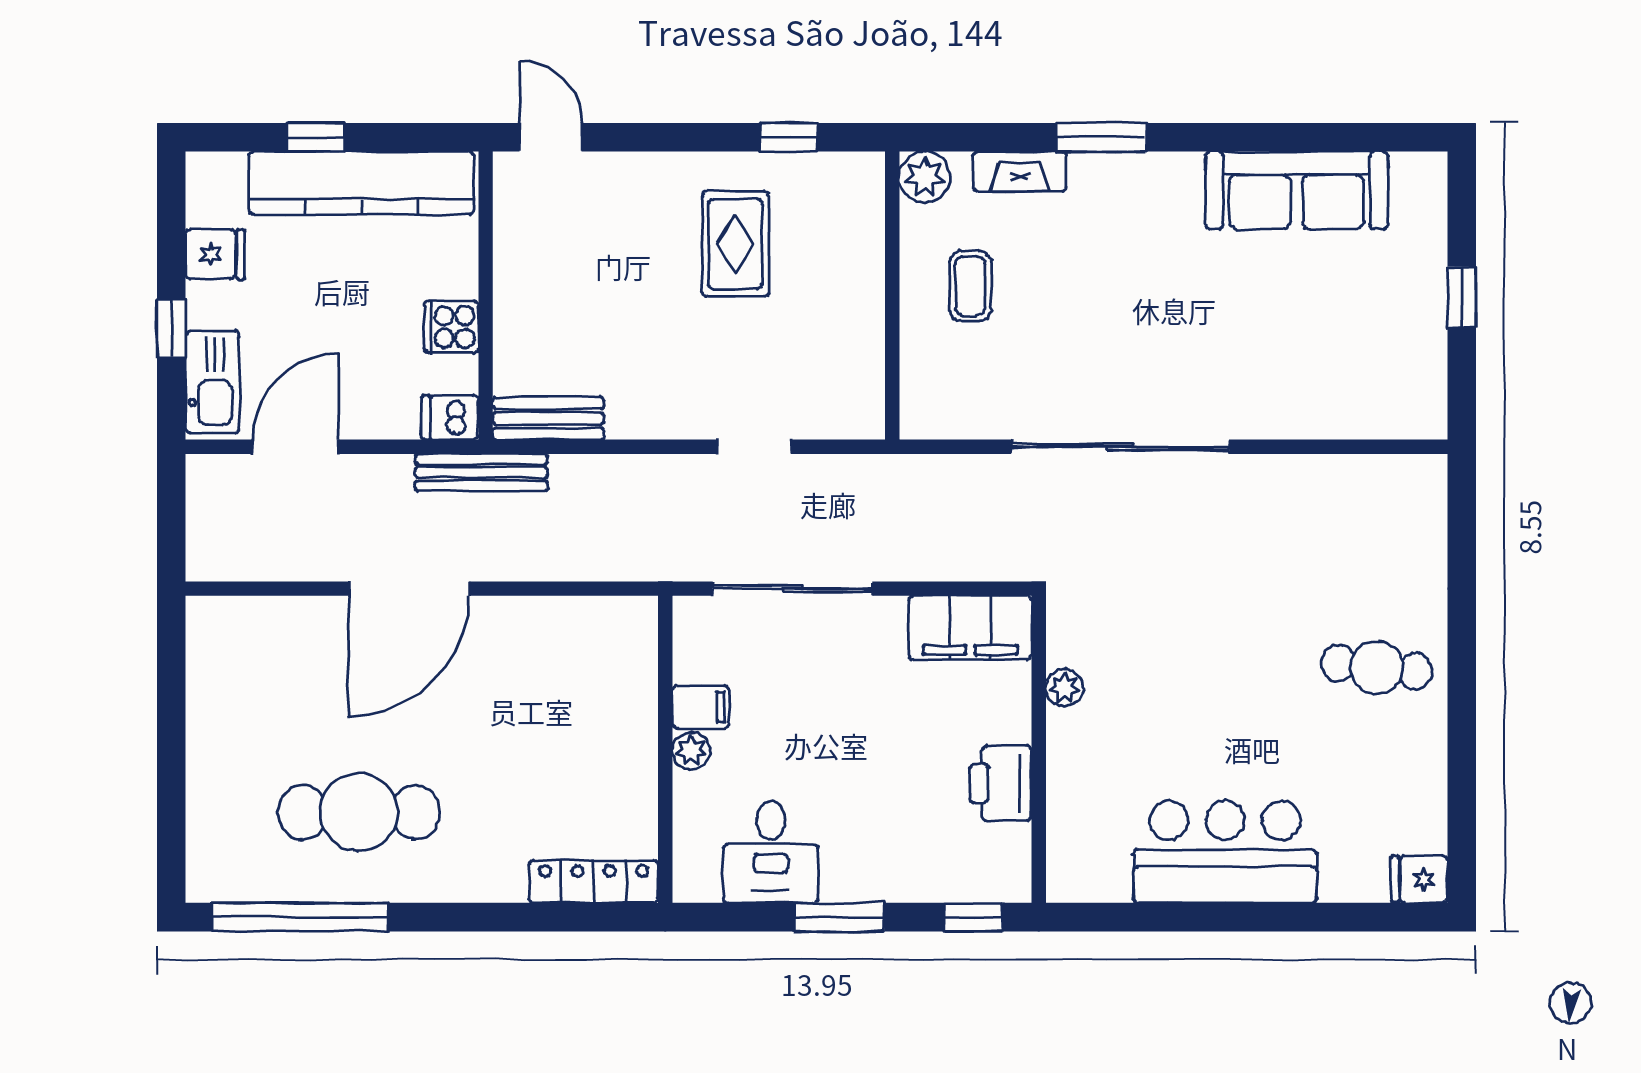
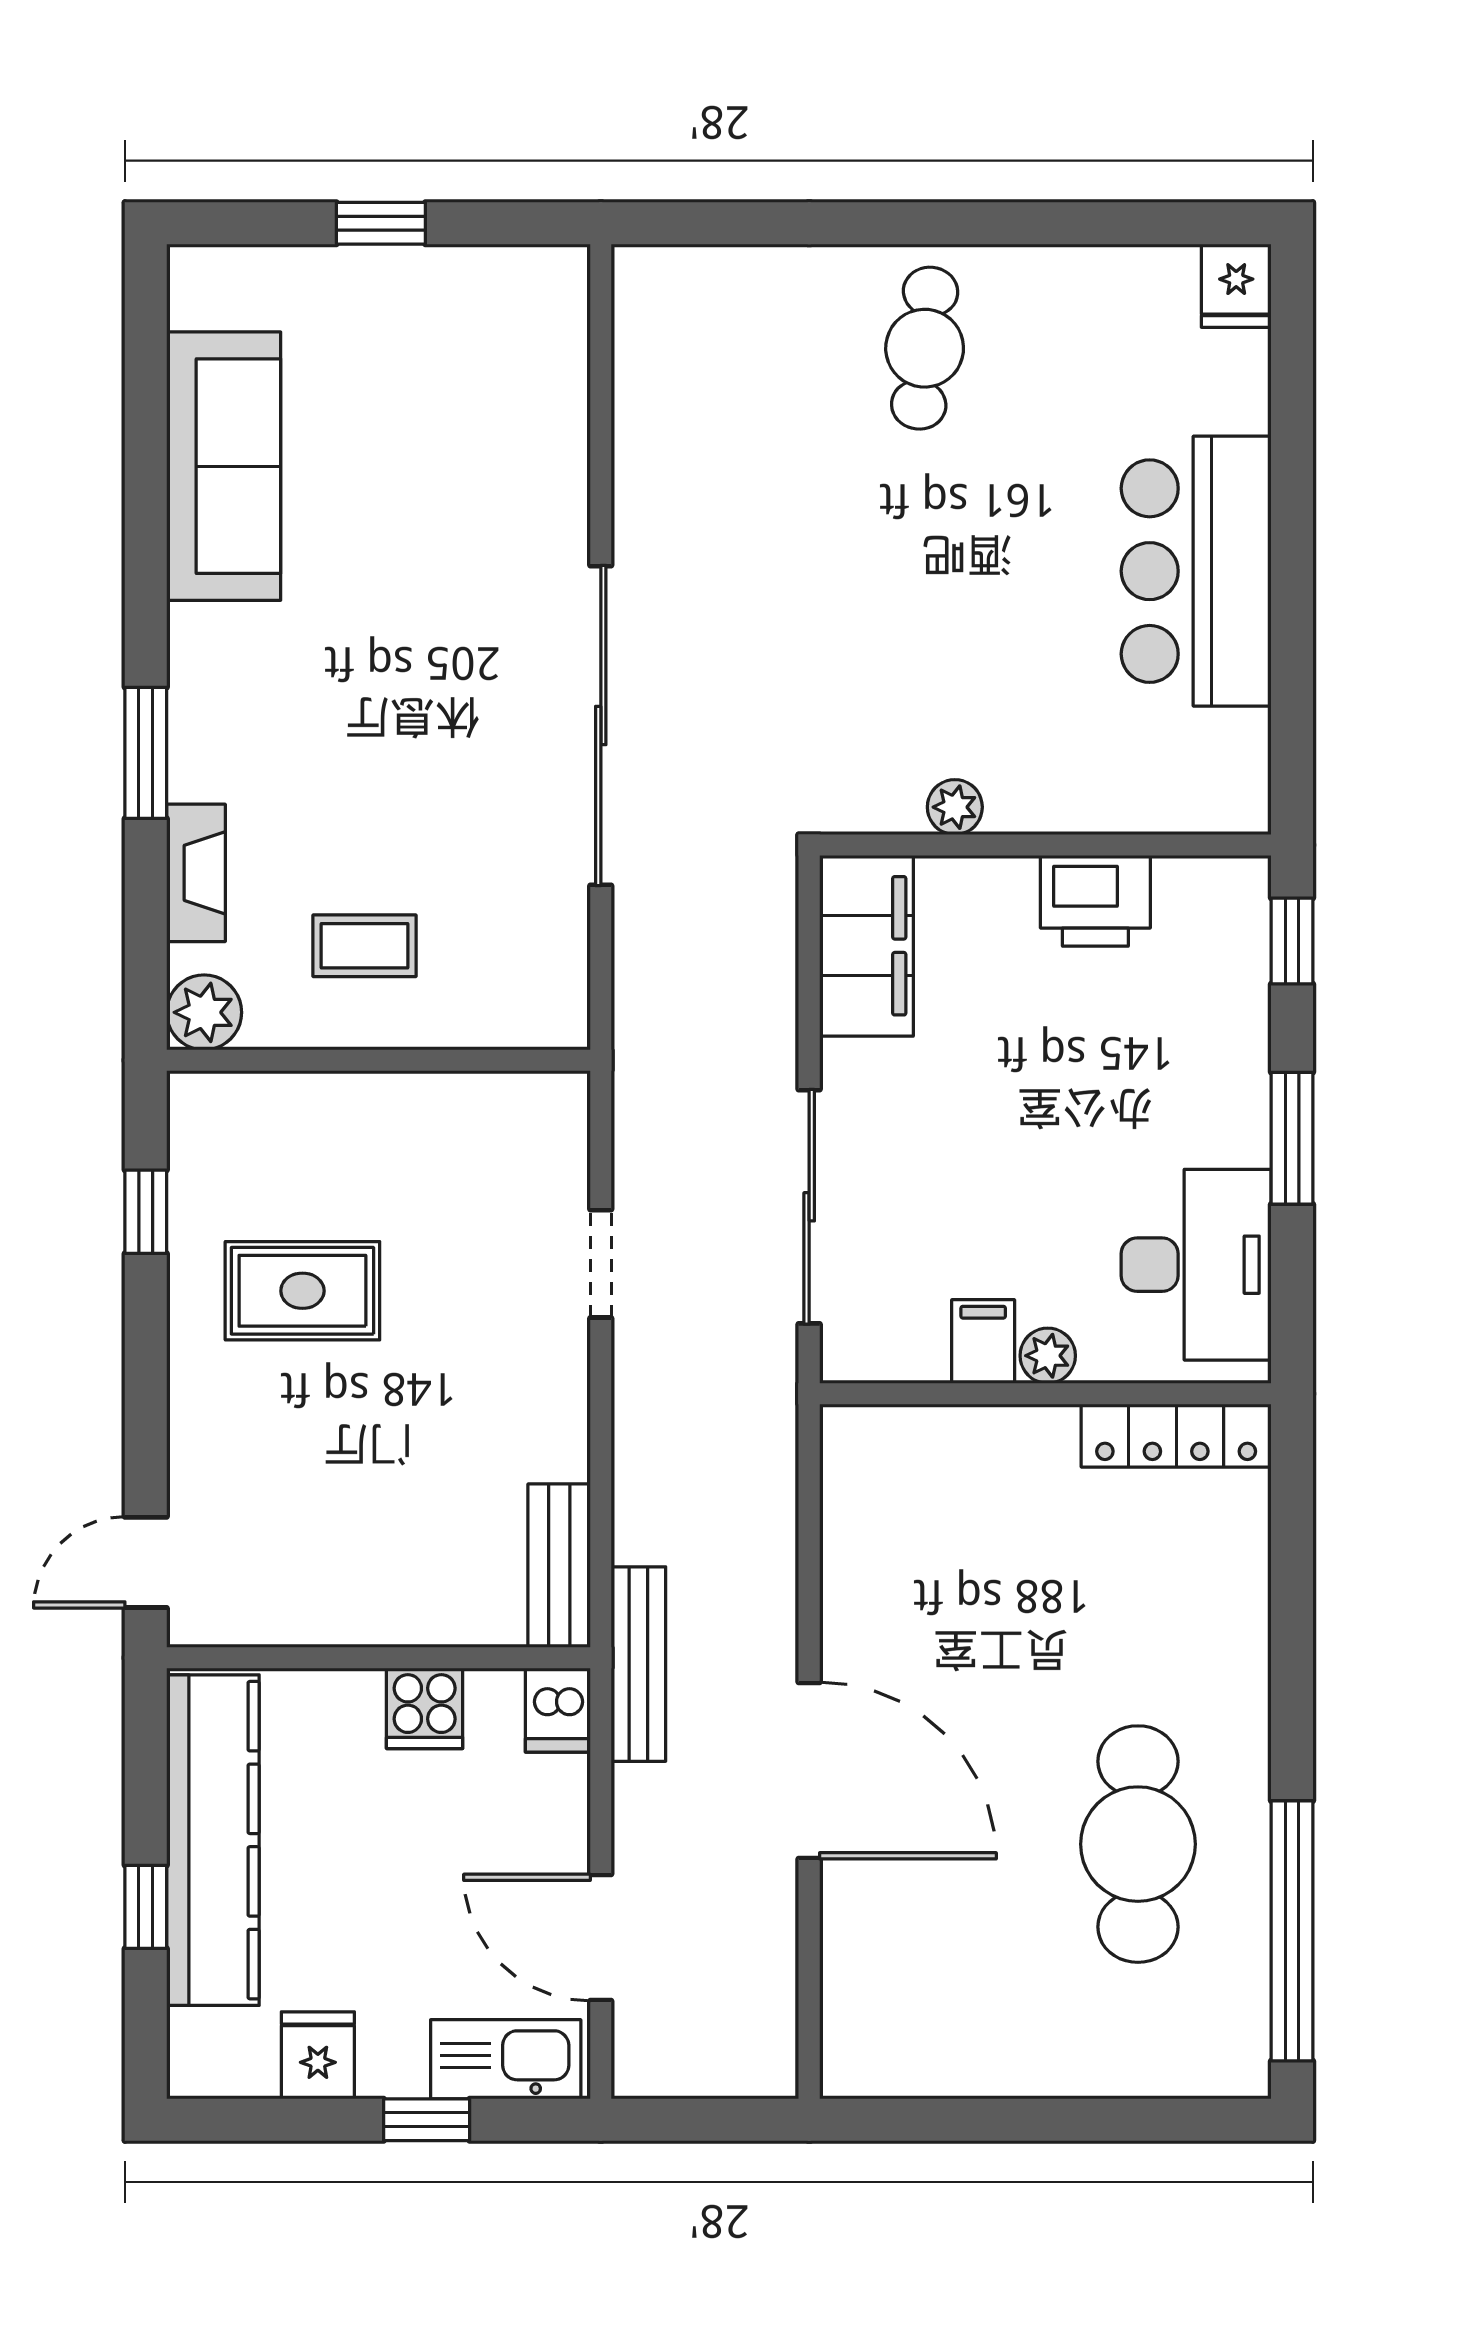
desk: (771, 852) -> (1196, 1265), width x1.37
locker: (594, 882) -> (1176, 1436), moved, turned -90

